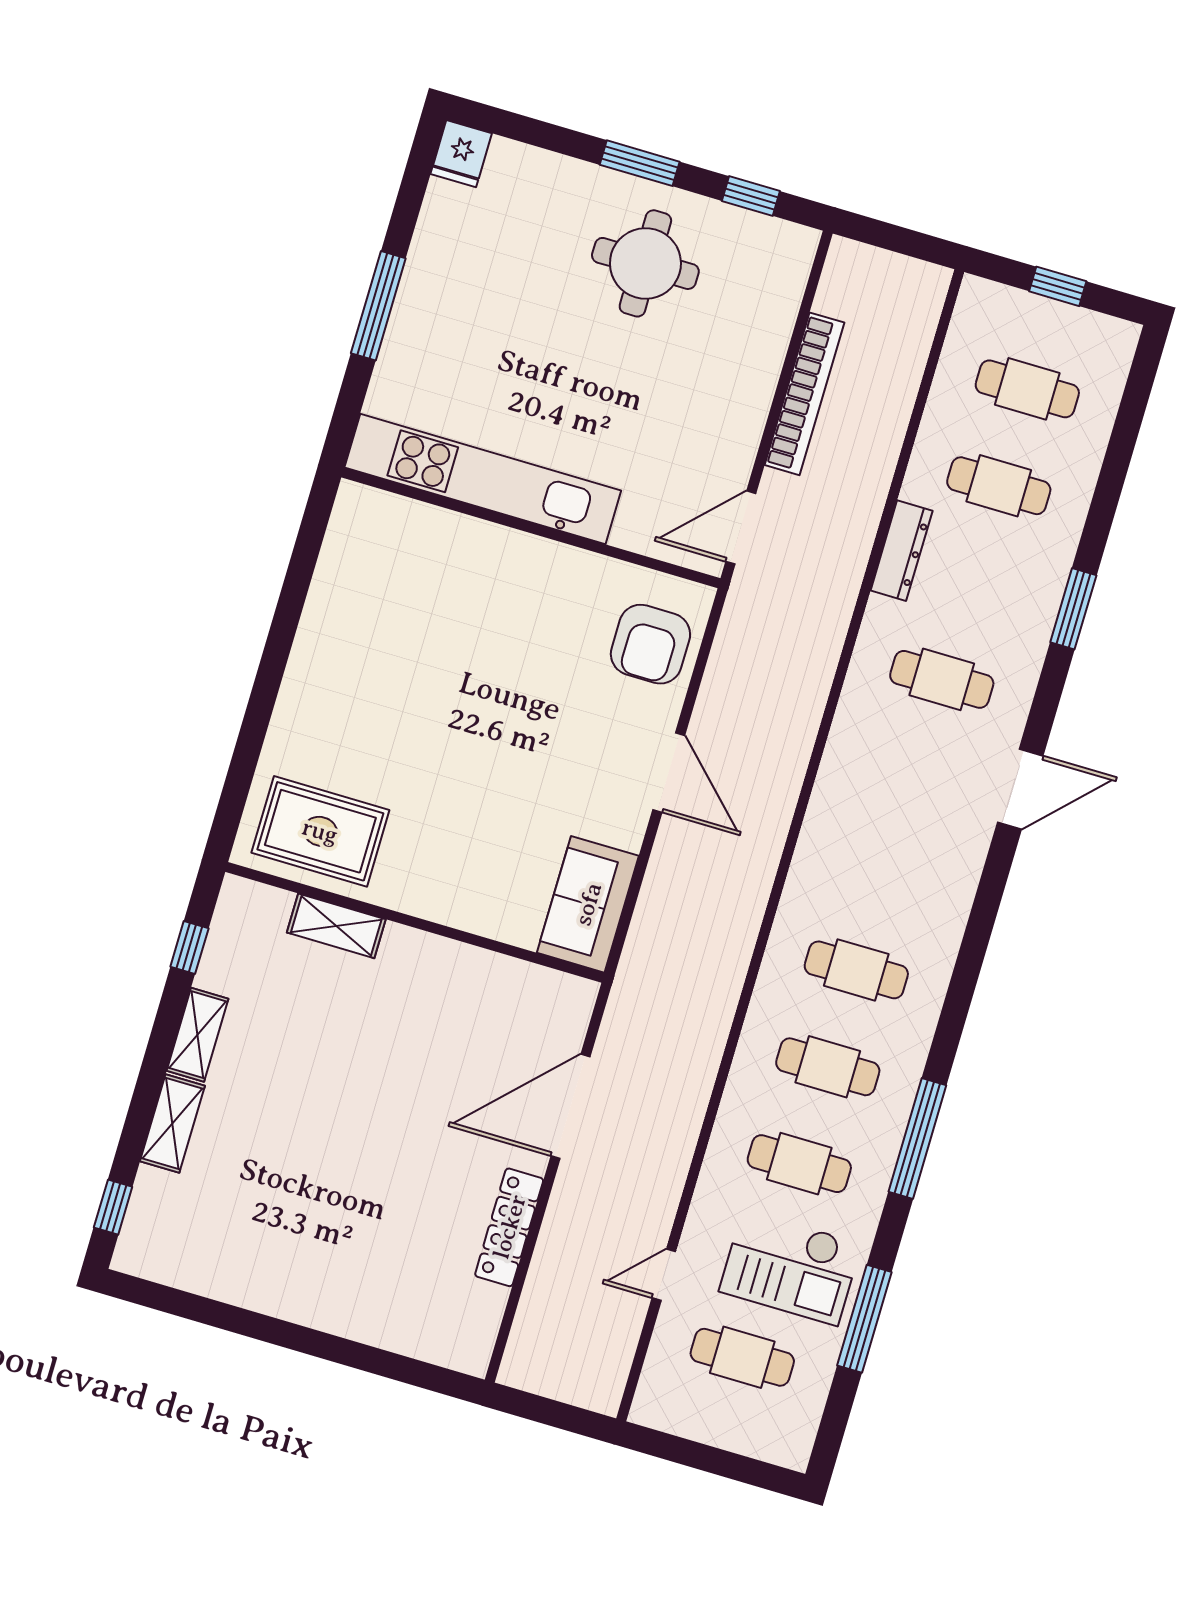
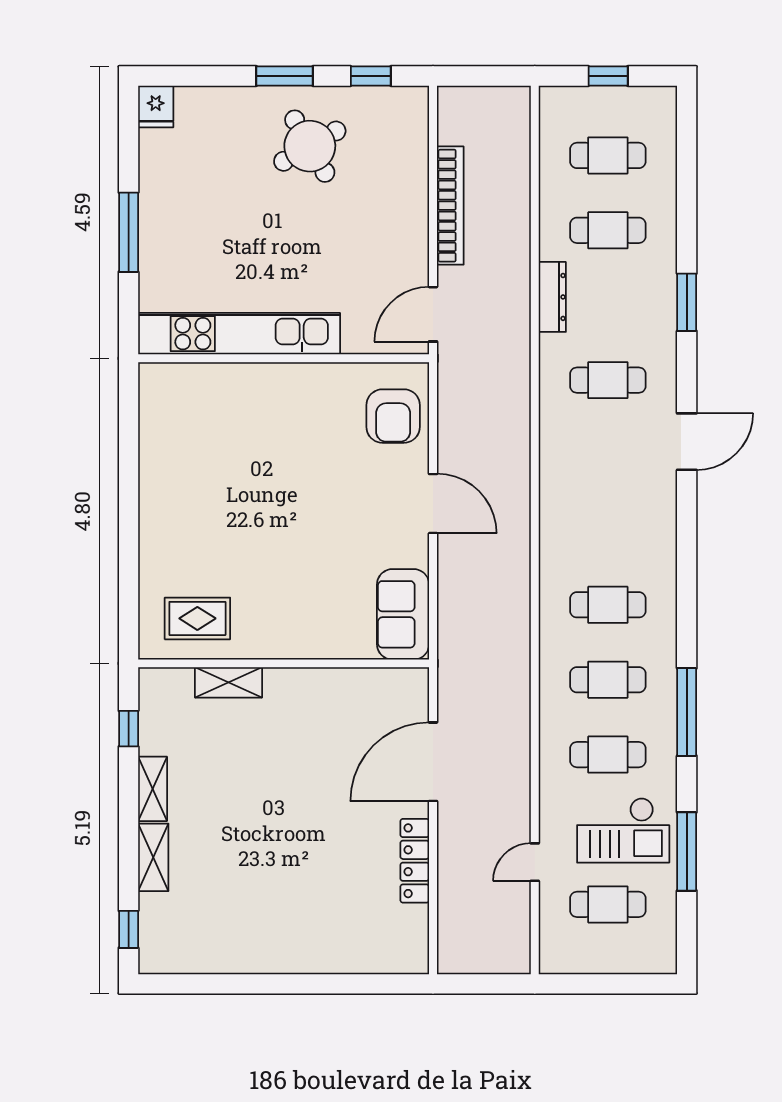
round table: (645, 263) -> (310, 146), turned -30
rug: (320, 831) -> (197, 618), width x0.73, depth x0.70

